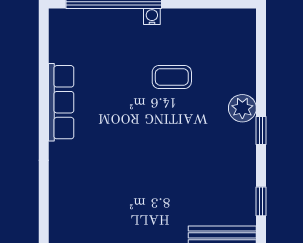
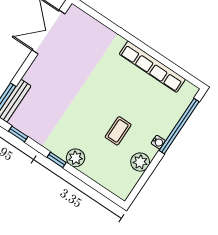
plant: (193, 22) -> (140, 162), added
row of seats: (61, 102) -> (152, 67), width x1.36

